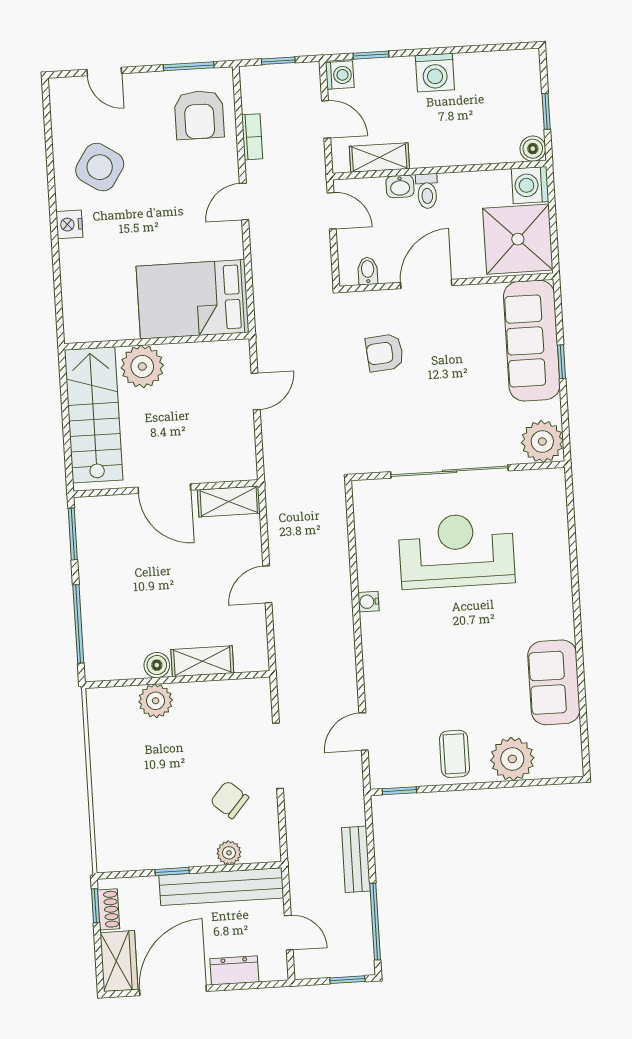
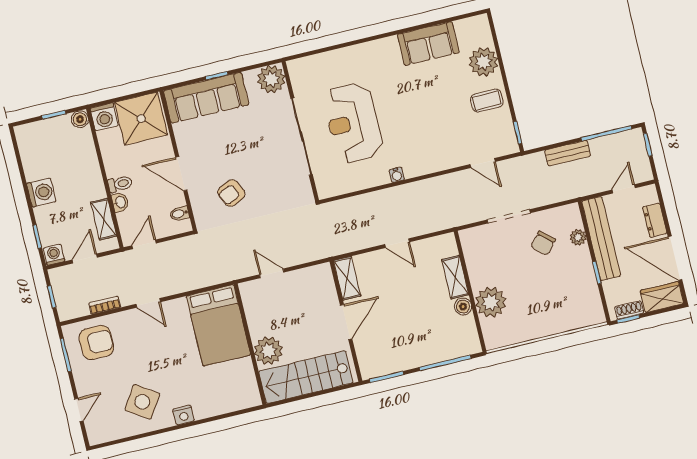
armchair: (385, 353) -> (231, 193), turned 70
plant: (156, 701) -> (491, 302), width x1.36, depth x1.36

